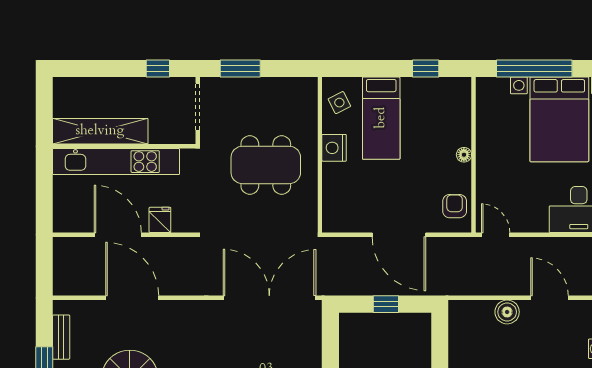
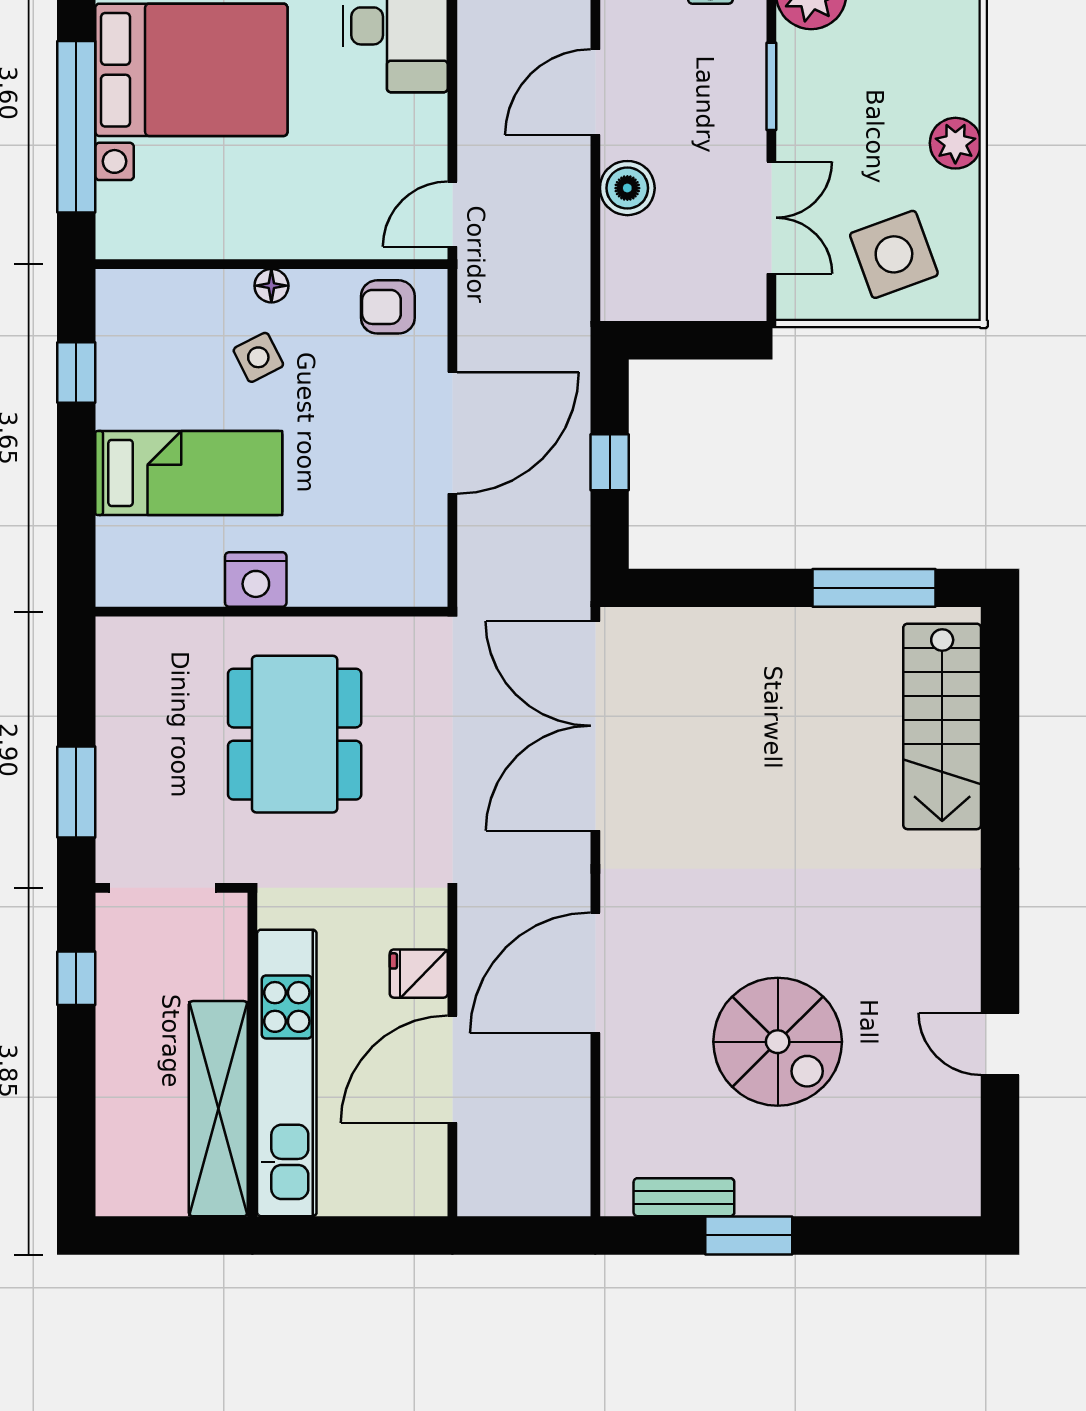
side table: (339, 103) -> (258, 357), moved
door: (132, 298) -> (595, 973), moved

